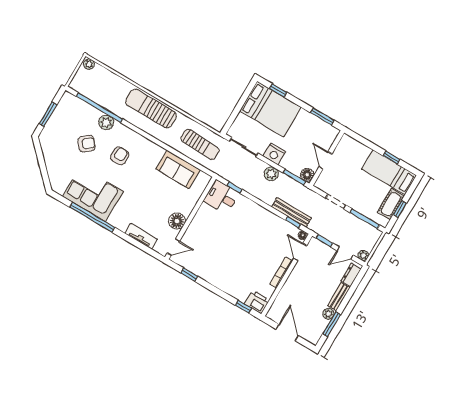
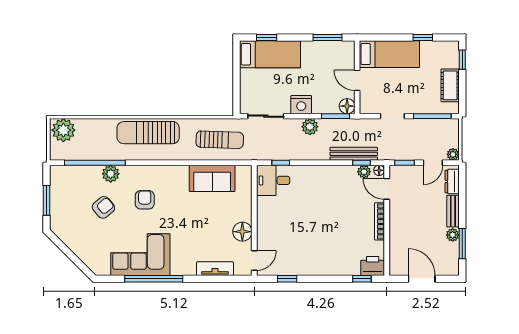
plant: (89, 64) -> (63, 130), width x1.87, depth x1.87
bed: (270, 109) -> (270, 54), width x0.67
bed: (389, 172) -> (389, 54), moved, turned 180
window: (400, 209) -> (462, 60), moved
plant: (291, 230) -> (364, 172), added

